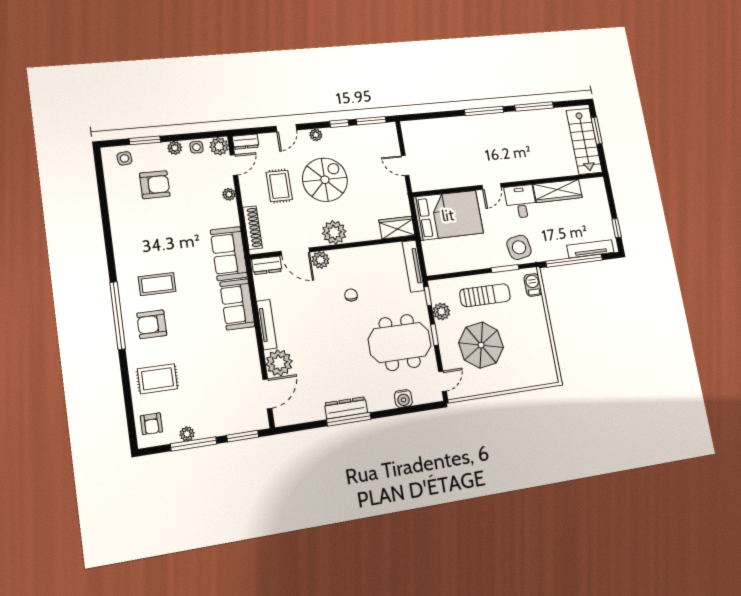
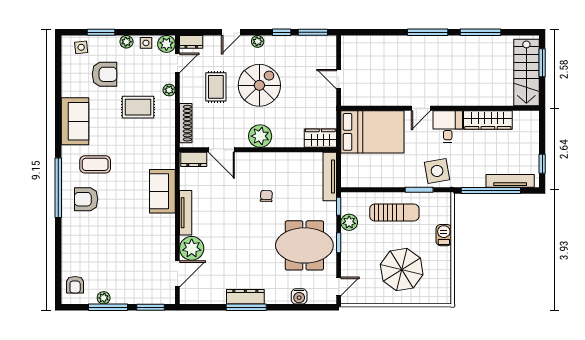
sofa: (229, 254) -> (75, 121), moved, turned 180
plant: (320, 260) -> (243, 160), removed
barbecue: (533, 285) -> (444, 235), moved
parasol: (481, 345) -> (402, 270), moved
rug: (157, 379) -> (138, 107), moved

